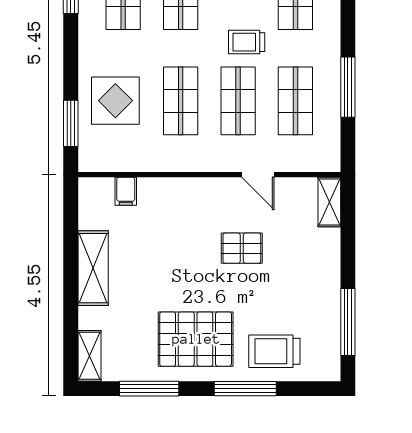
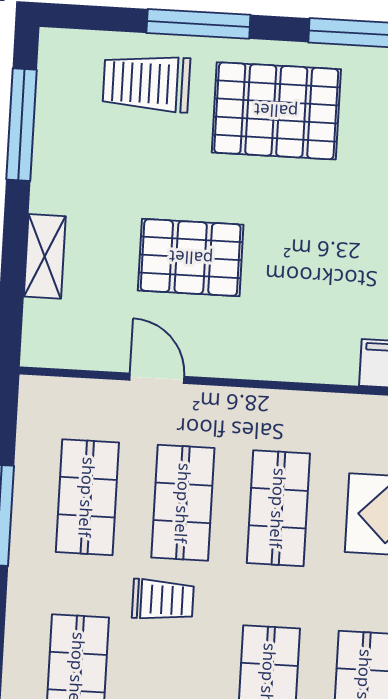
shelving: (329, 202) -> (45, 256), moved
pallet: (242, 248) -> (191, 258), width x1.50, depth x1.42
trolley: (274, 351) -> (146, 83), turned 180

